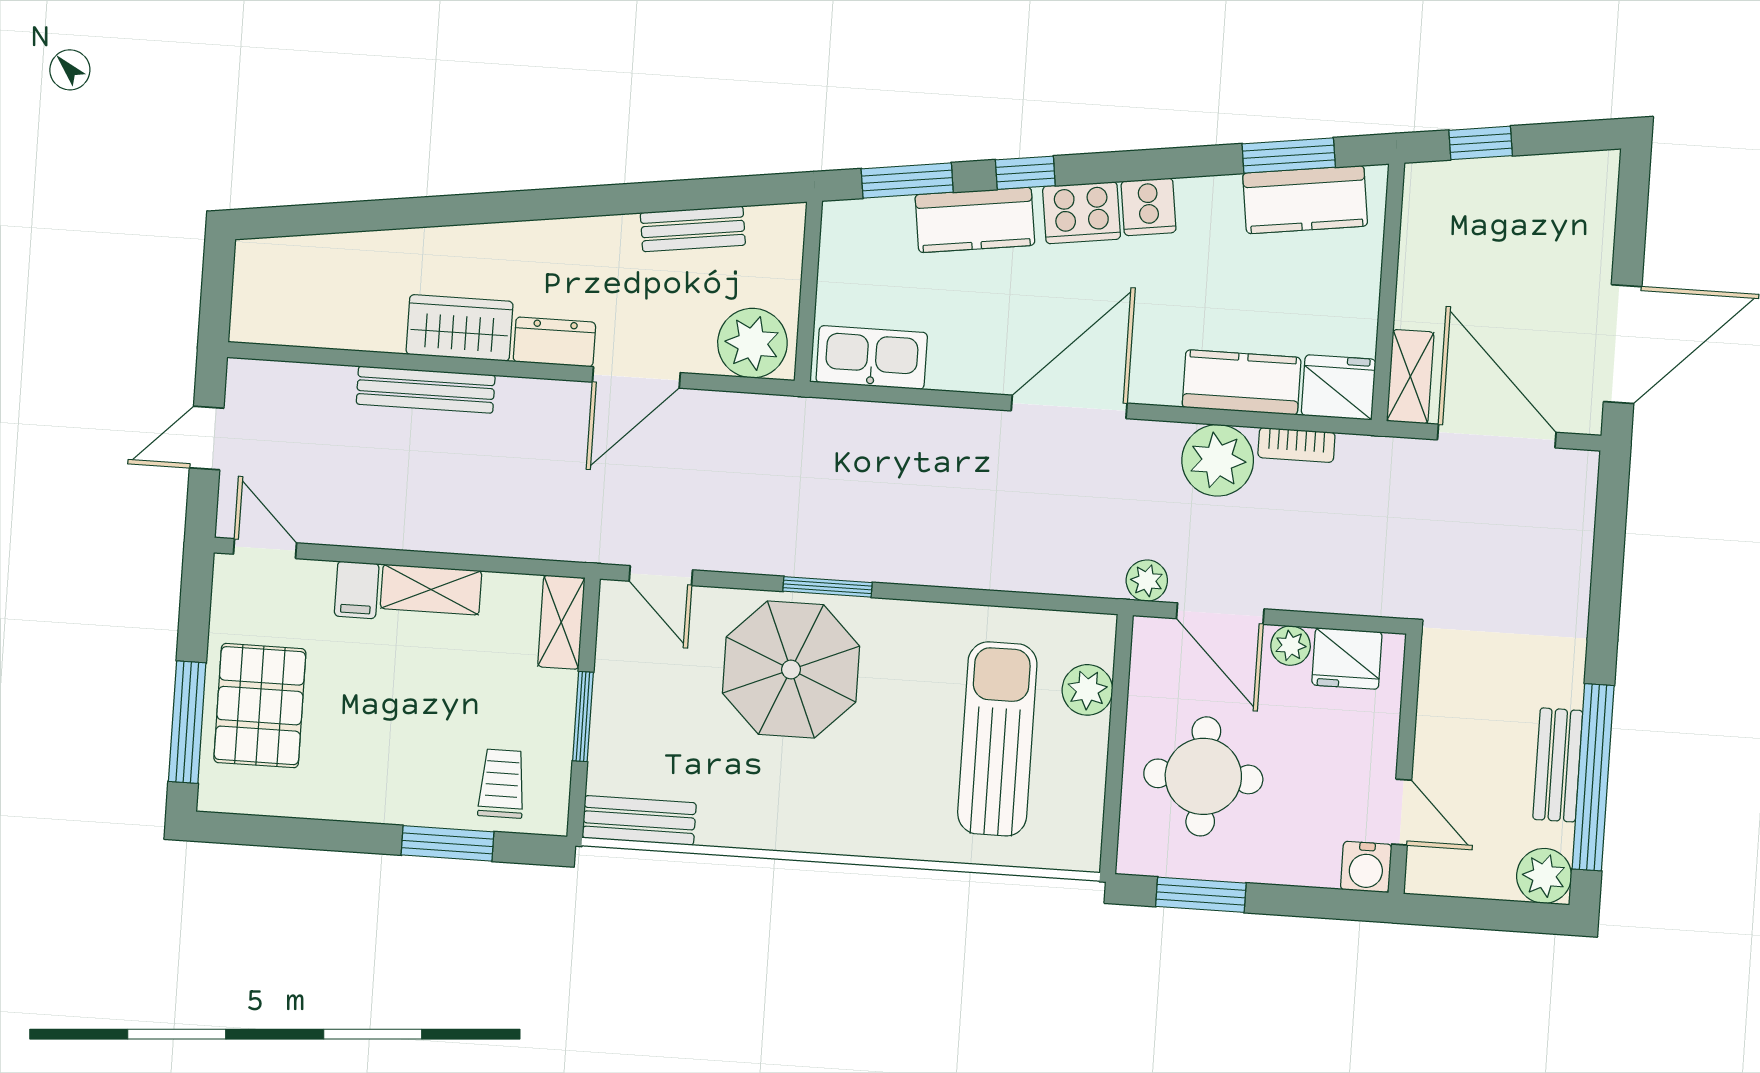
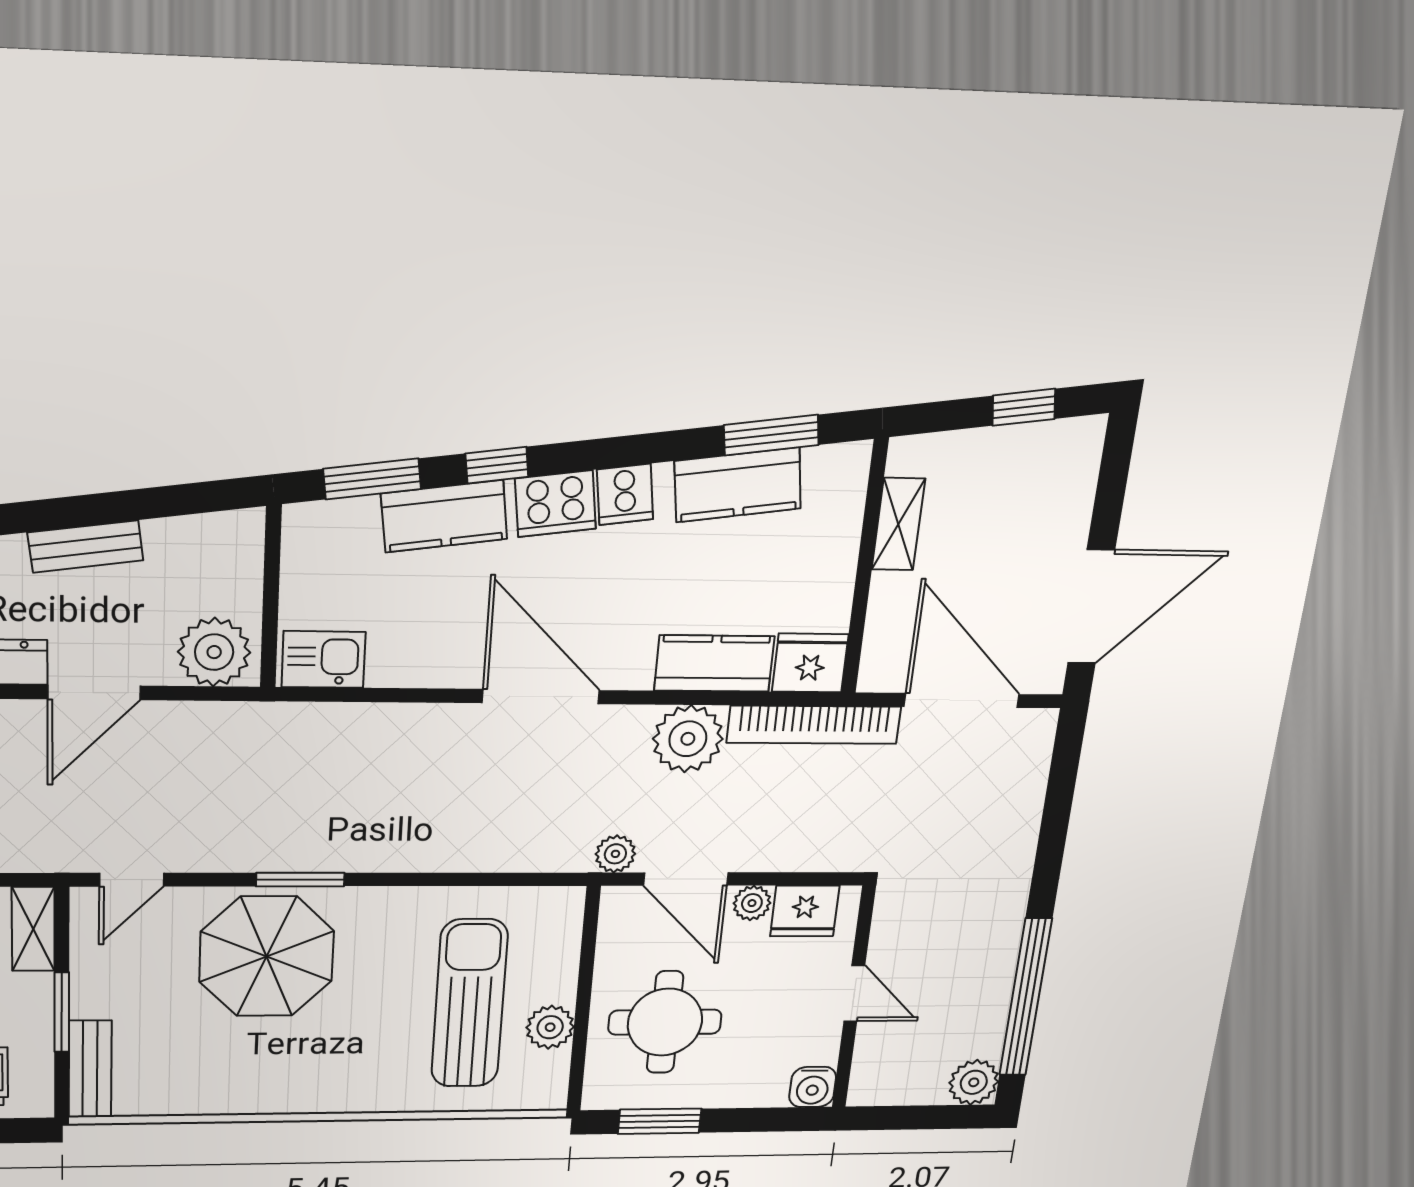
window: (1481, 143) -> (1024, 407), moved
kitchen counter: (1305, 200) -> (738, 485), moved
bench: (693, 229) -> (85, 546), moved
kitchen sink: (872, 357) -> (324, 659), width x0.73
shelving: (1410, 377) -> (898, 524), moved
door: (1069, 407) -> (541, 697), hinge flipped
bookcase: (1296, 445) -> (814, 725), width x2.31, depth x1.31
door: (661, 576) -> (132, 880), hinge flipped
plant: (1087, 690) -> (550, 1027), moved
bench: (1558, 765) -> (994, 989), removed
door: (1402, 812) -> (854, 993), moved
bench: (639, 820) -> (90, 1069), moved, turned 90

